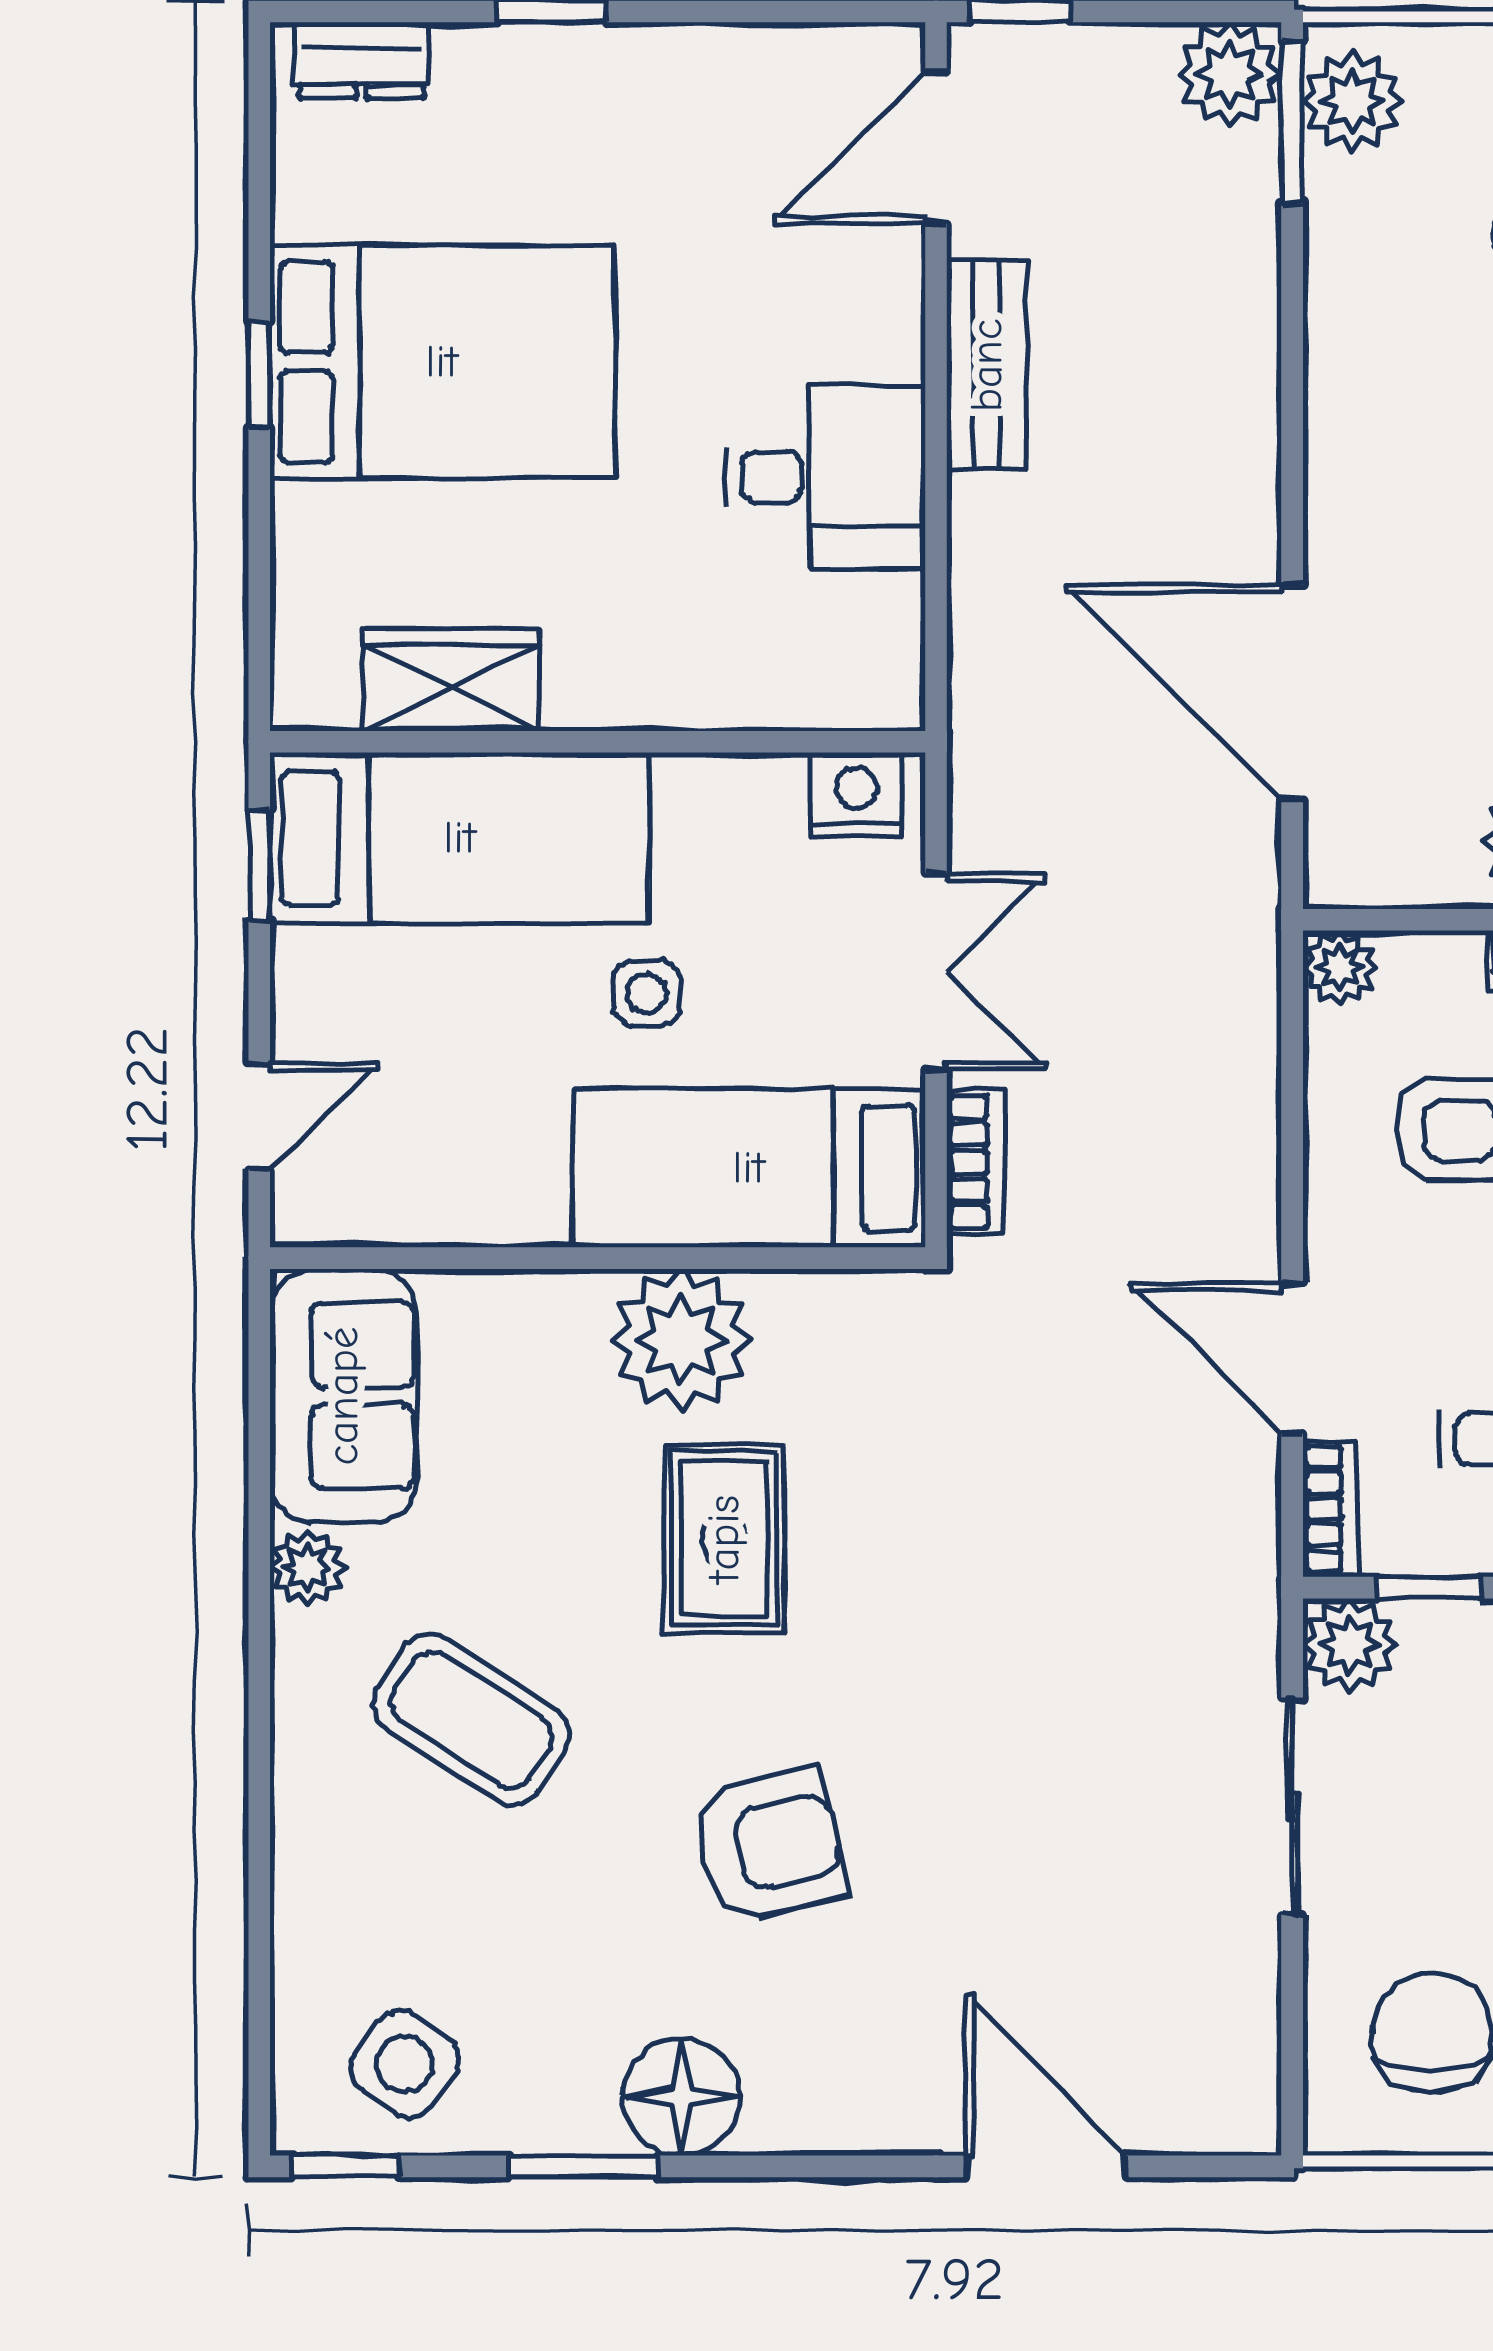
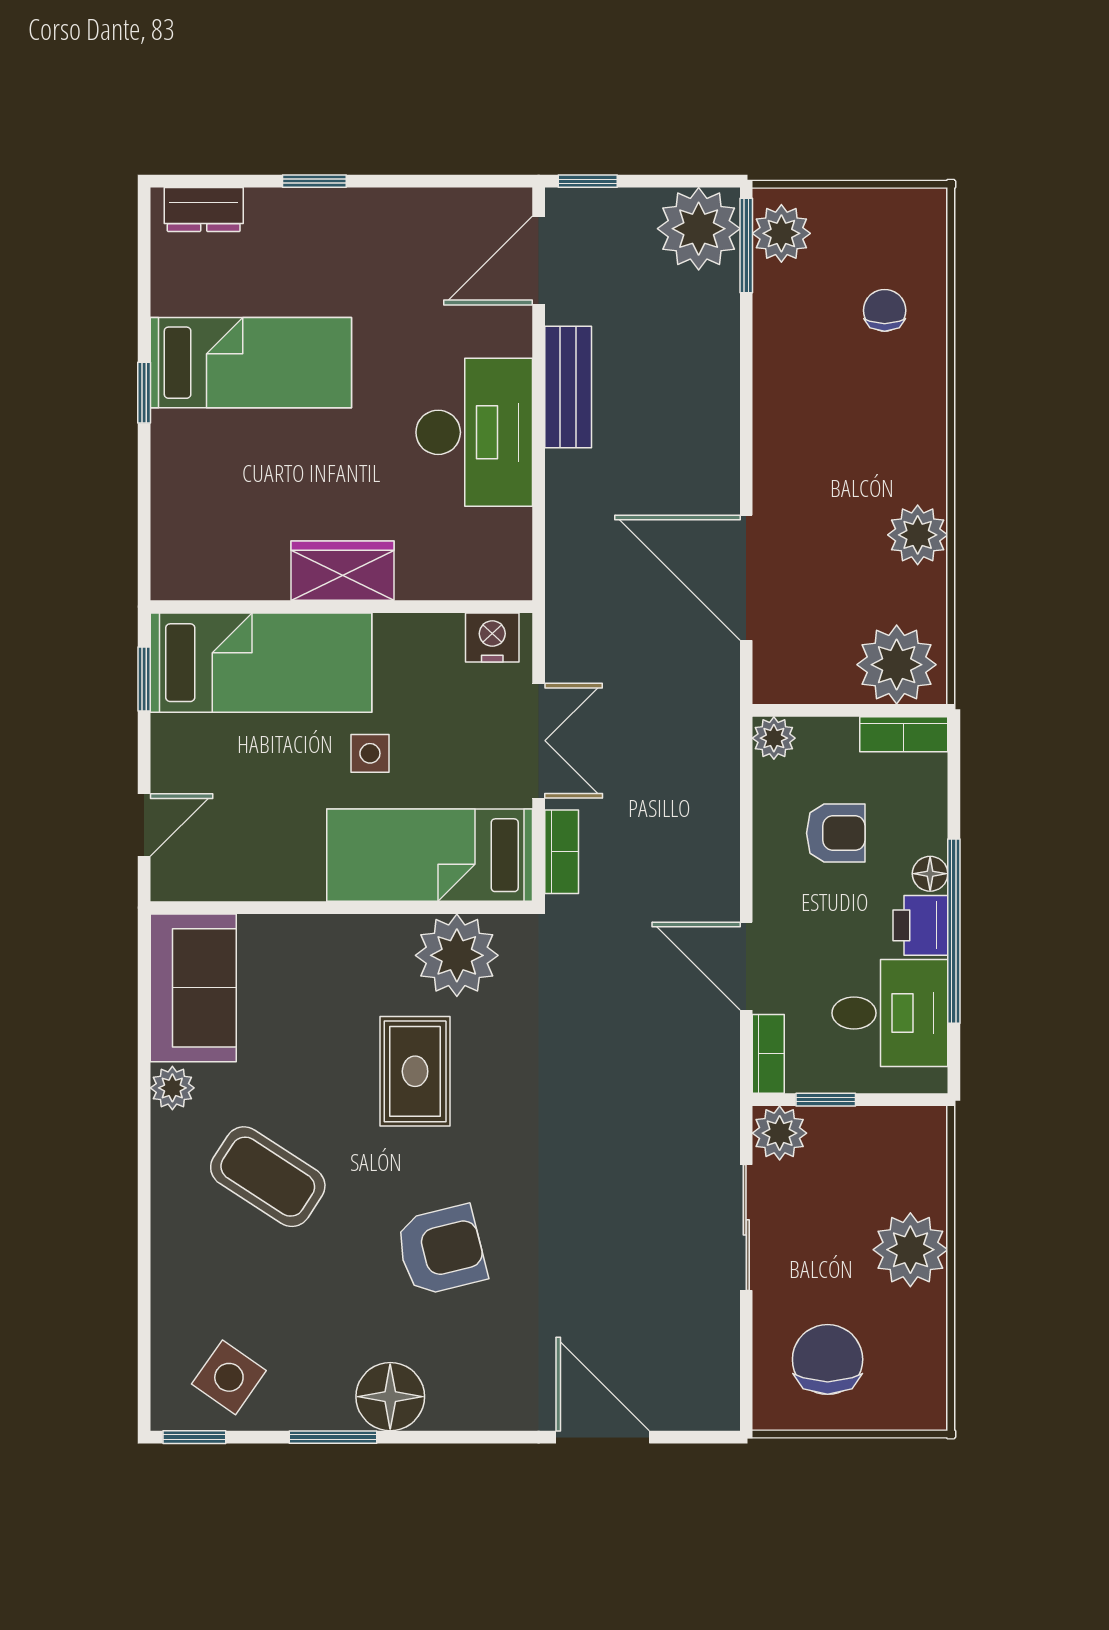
plant: (1229, 74) -> (699, 229), width x1.36, depth x1.36
bed: (442, 362) -> (251, 363), width x0.67
desk: (825, 477) -> (474, 432), width x1.37
wardrobe: (452, 680) -> (342, 571), moved
plant: (681, 1340) -> (457, 955), moved

